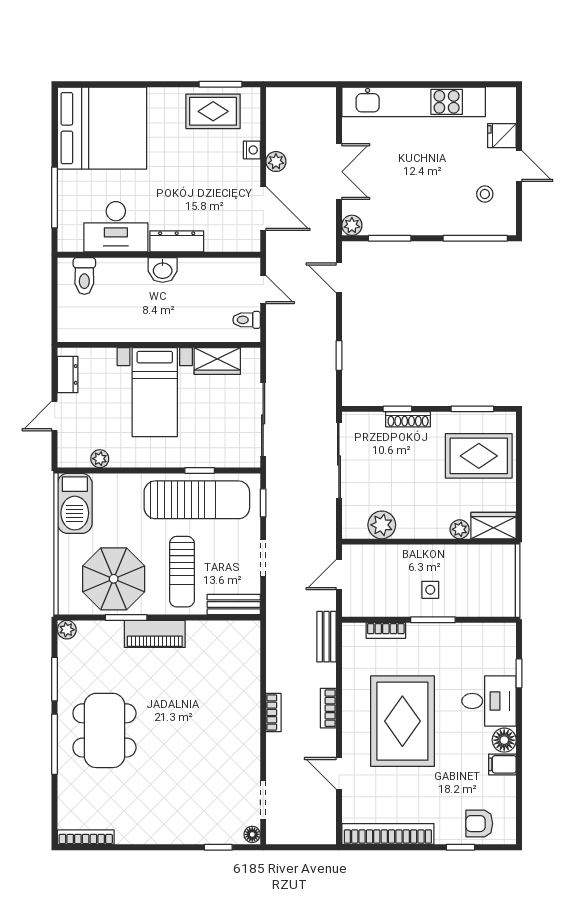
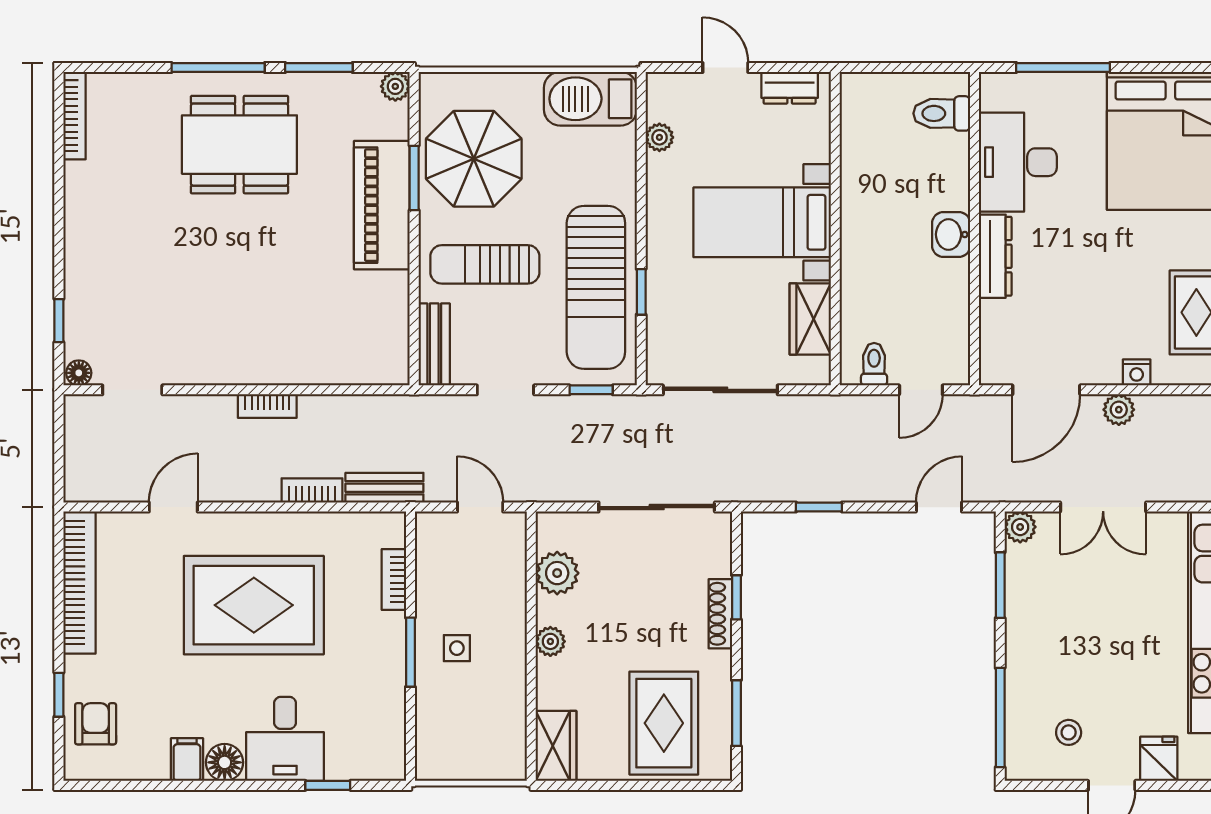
plant: (460, 529) -> (550, 641), moved
piano: (155, 634) -> (382, 205), width x1.37, depth x1.33
bookcase: (328, 708) -> (312, 490), moved

